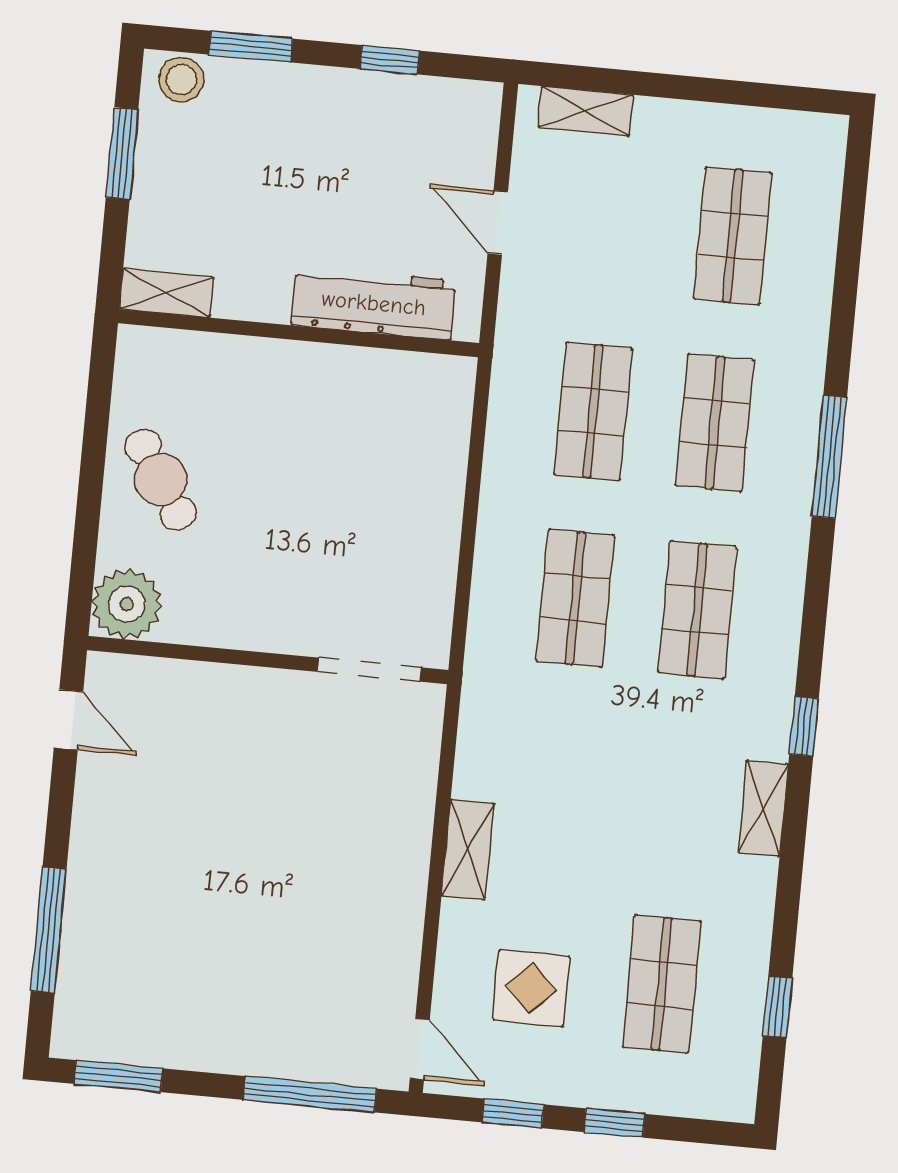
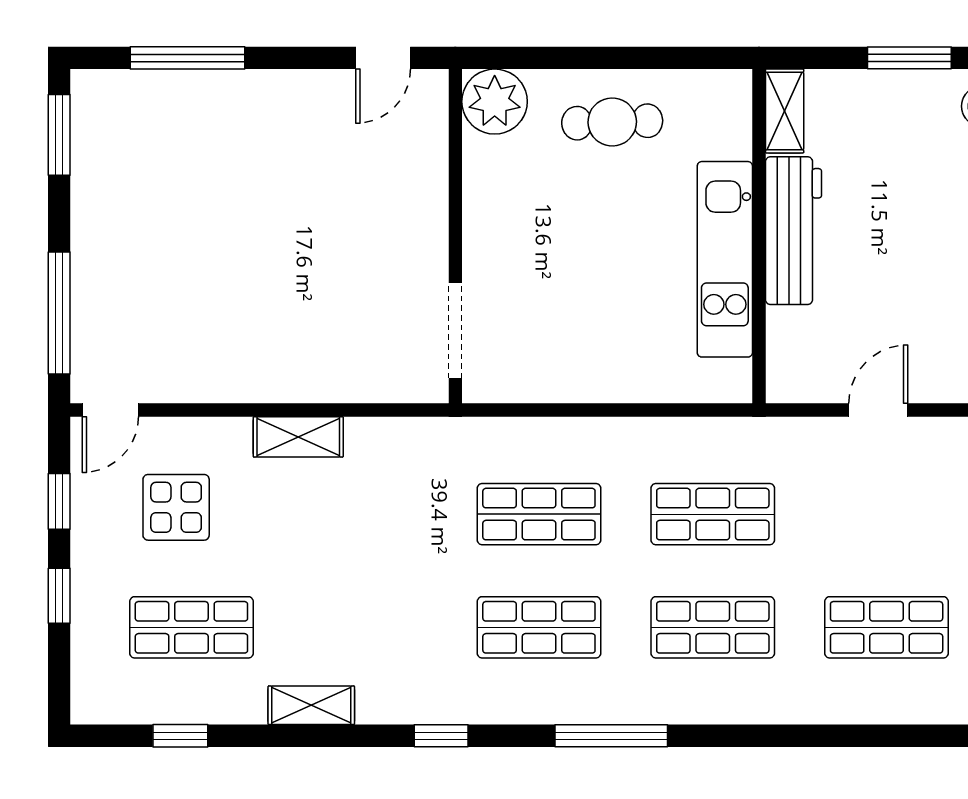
workbench: (374, 303) -> (793, 231), moved
kitchen unit: (320, 372) -> (725, 259), added
window: (829, 457) -> (611, 736), moved
cafe table: (161, 480) -> (612, 122), turned 31
shelving: (763, 808) -> (311, 705), moved

